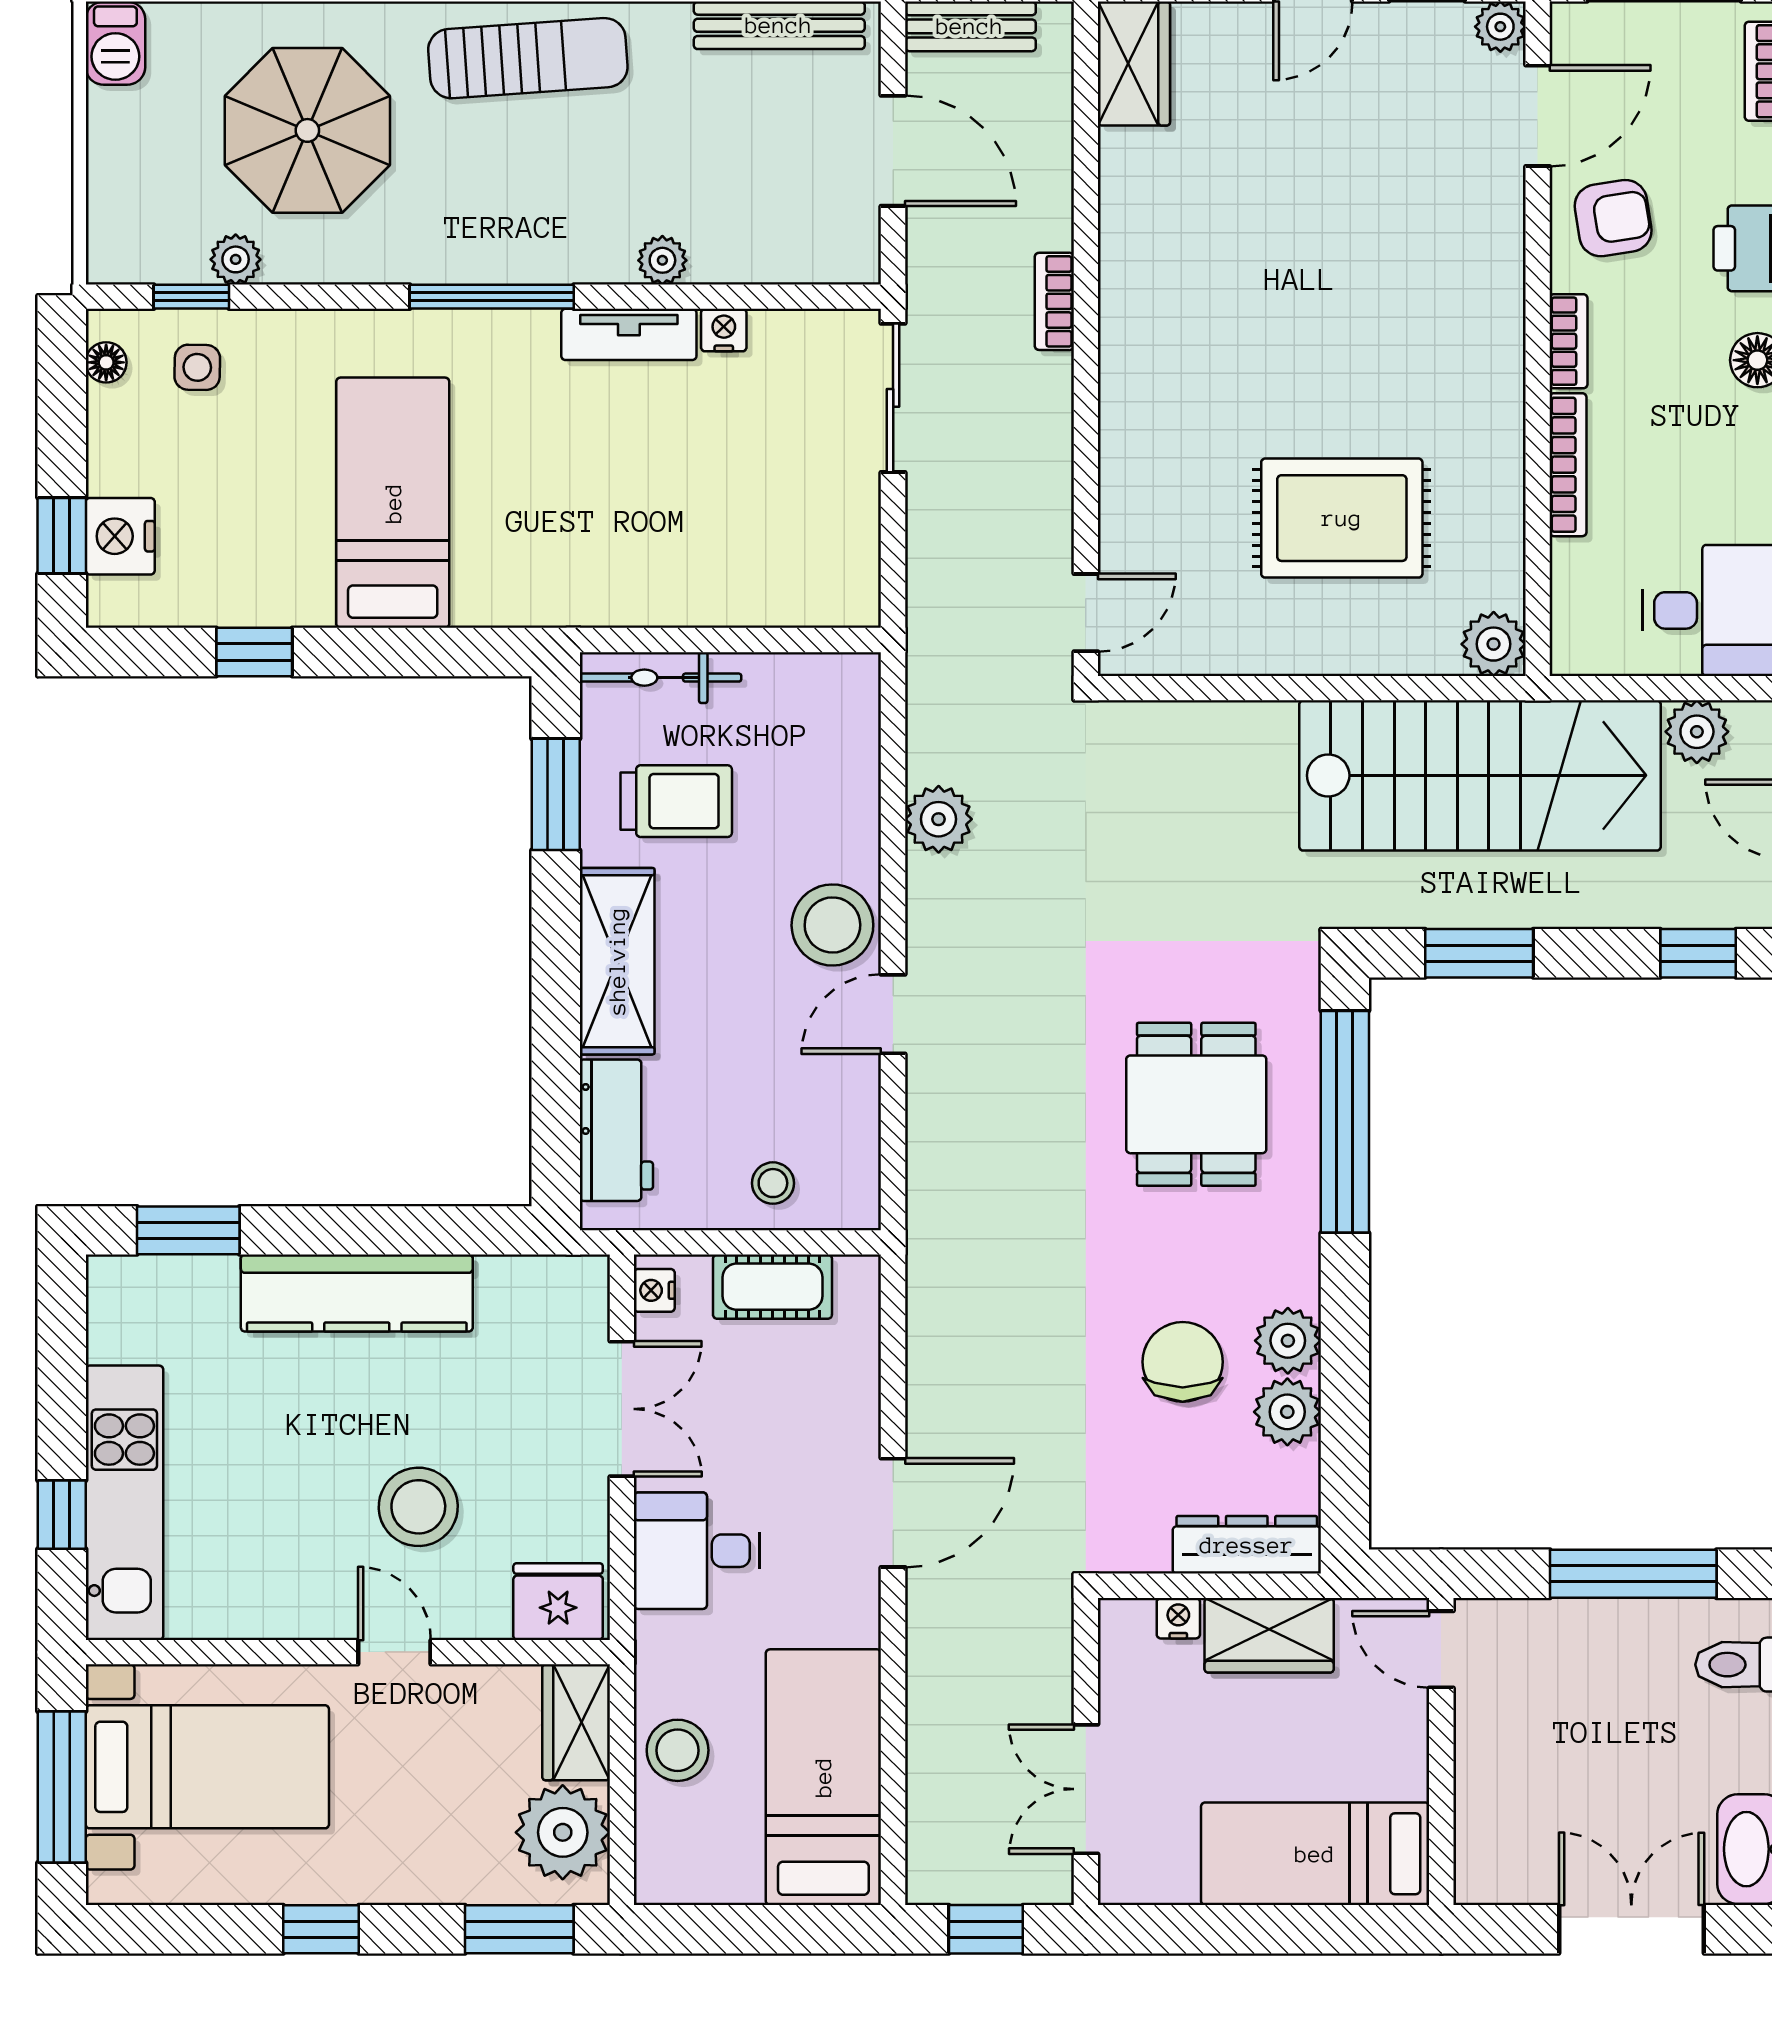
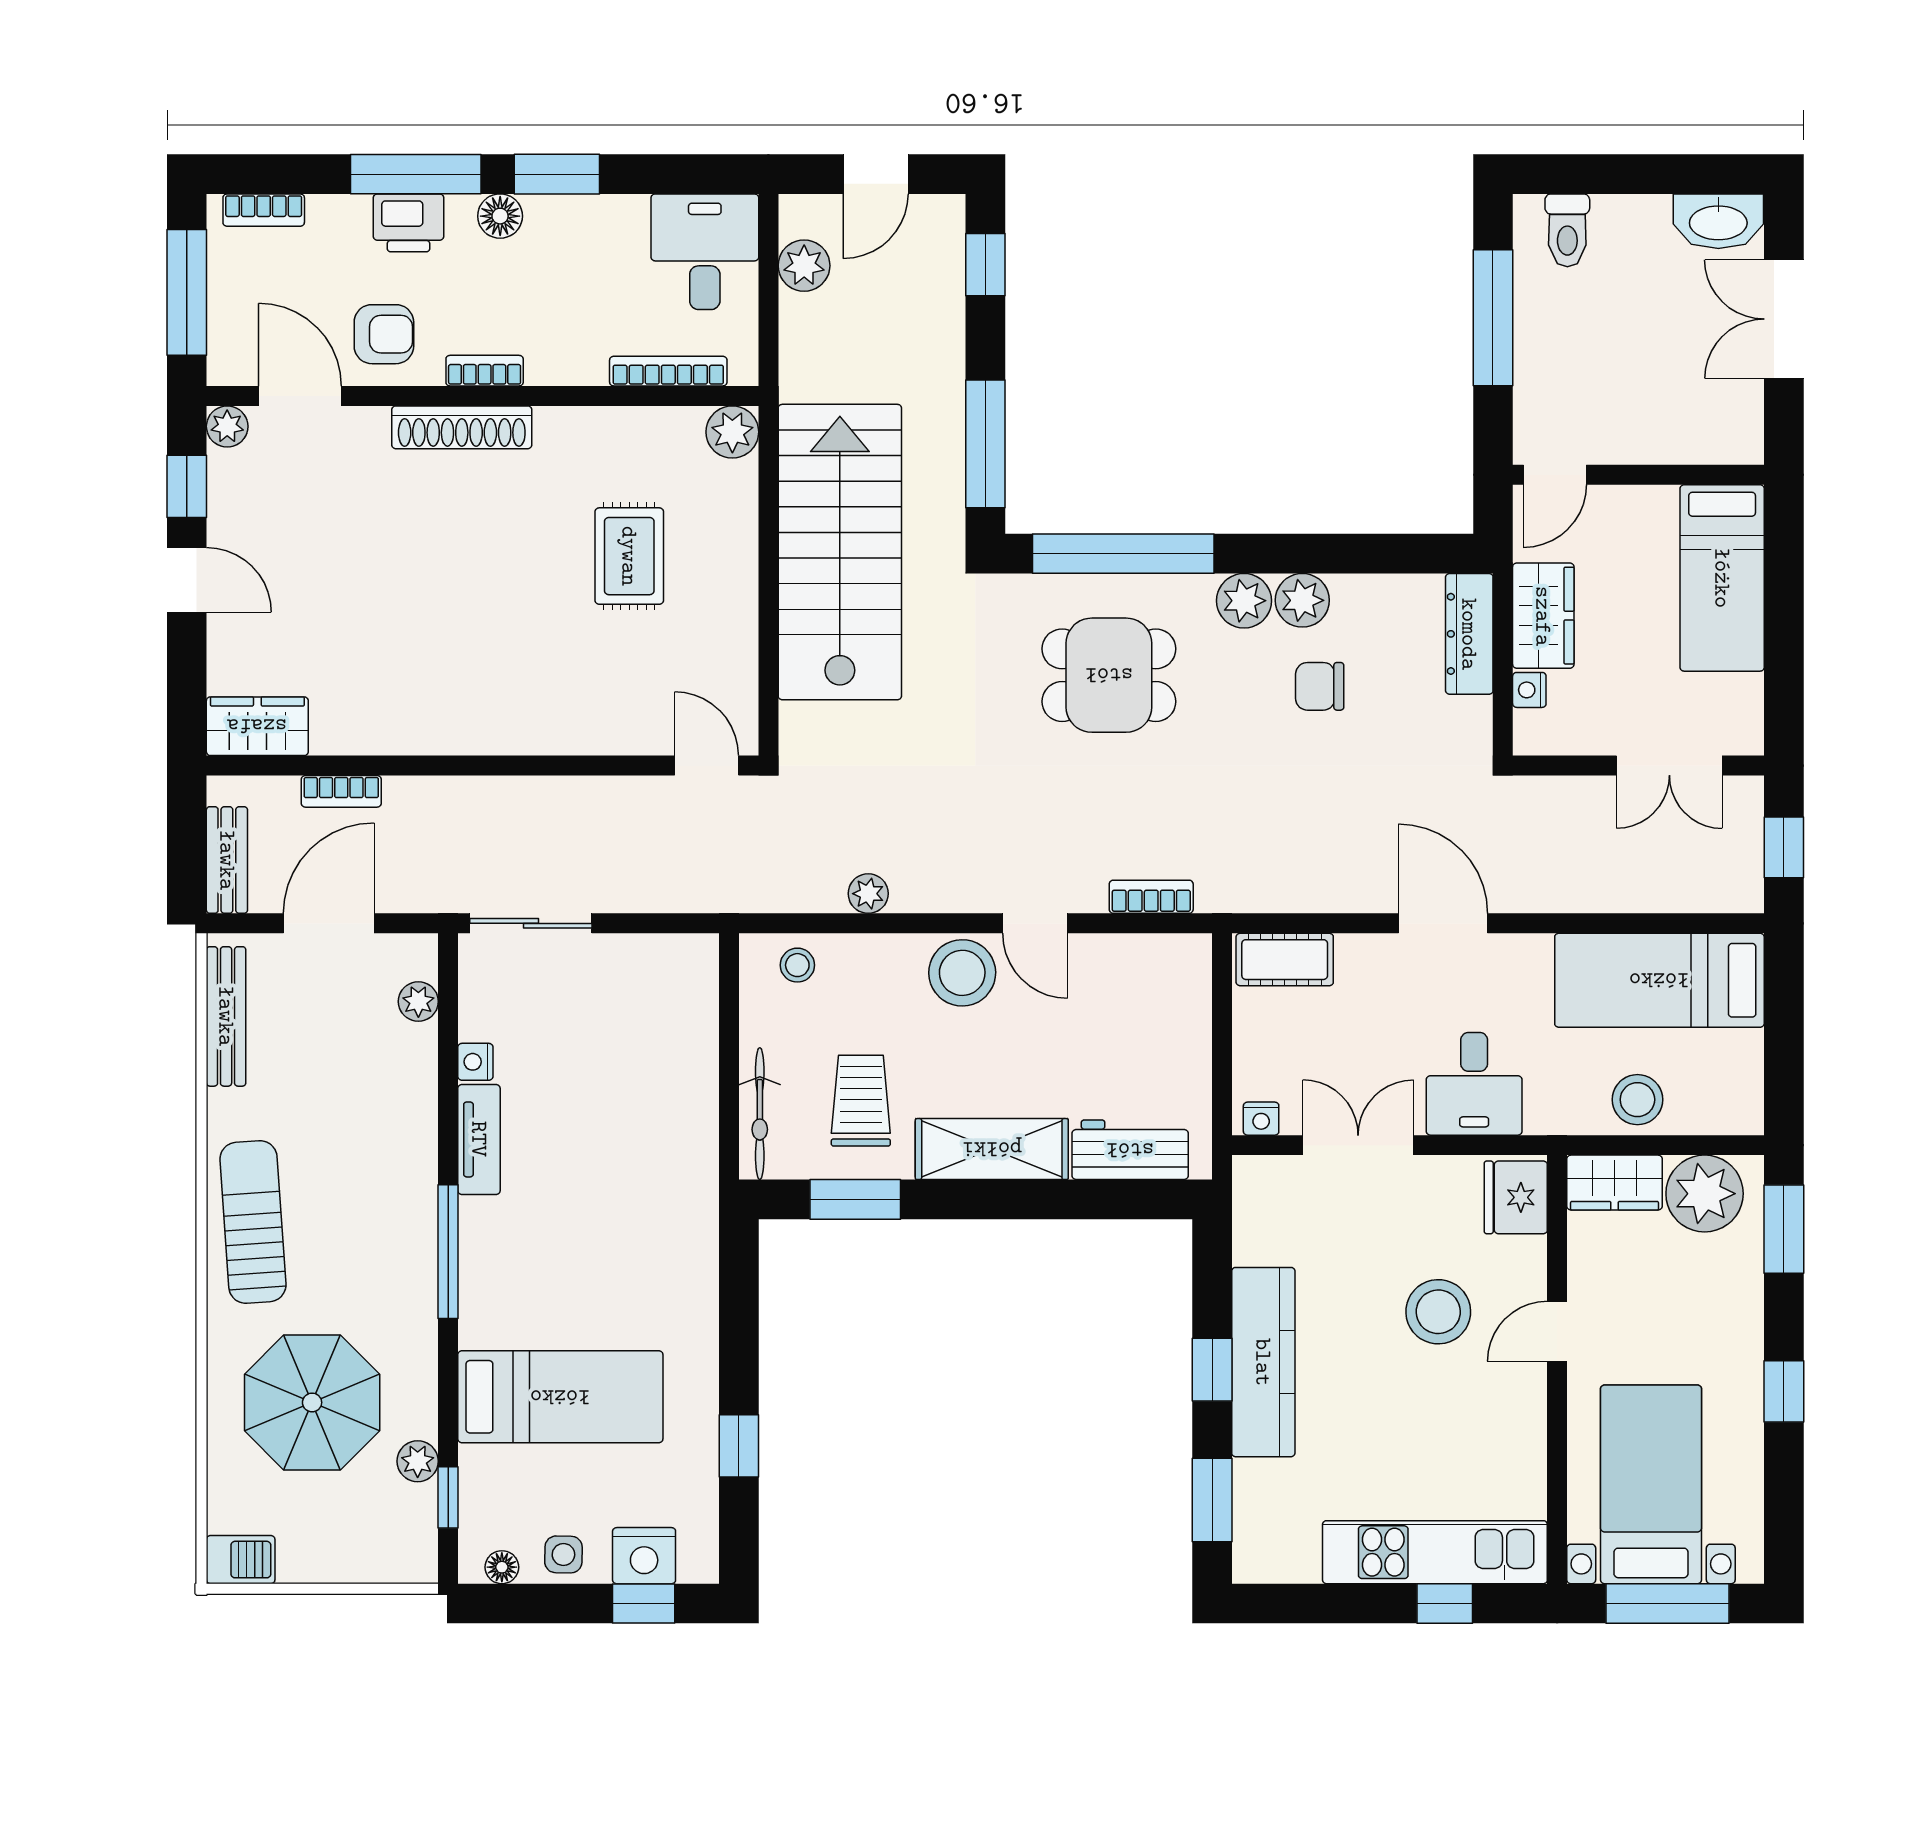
armchair: (1613, 218) -> (384, 334), turned 99
plant: (662, 260) -> (418, 1001), moved
bookcase: (1054, 301) -> (341, 791), moved
shoe rack: (1499, 313) -> (462, 427), added
side table: (197, 367) -> (563, 1554), moved
bookcase: (1568, 465) -> (668, 371), moved
bed: (393, 503) -> (560, 1397), moved, turned 180
rug: (1342, 518) -> (629, 556), width x0.73, depth x0.70
stairs: (1480, 775) -> (840, 552), moved
plant: (939, 819) -> (868, 894), width x0.73, depth x0.73
window: (1479, 953) -> (985, 444), width x1.44
bookcase: (926, 1156) -> (1151, 897), added
stool: (773, 1183) -> (797, 965), moved
window: (348, 1230) -> (1212, 1370), added
cot: (772, 1287) -> (1285, 960), moved, turned 90
chair: (1183, 1362) -> (1320, 686), width x0.73, depth x0.73
plant: (1287, 1412) -> (1244, 601), moved

